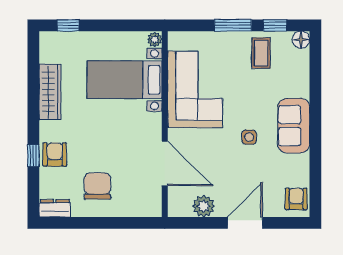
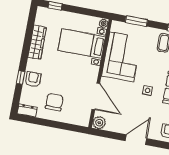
window: (233, 25) -> (136, 21), moved
plant: (204, 206) -> (99, 123), moved

